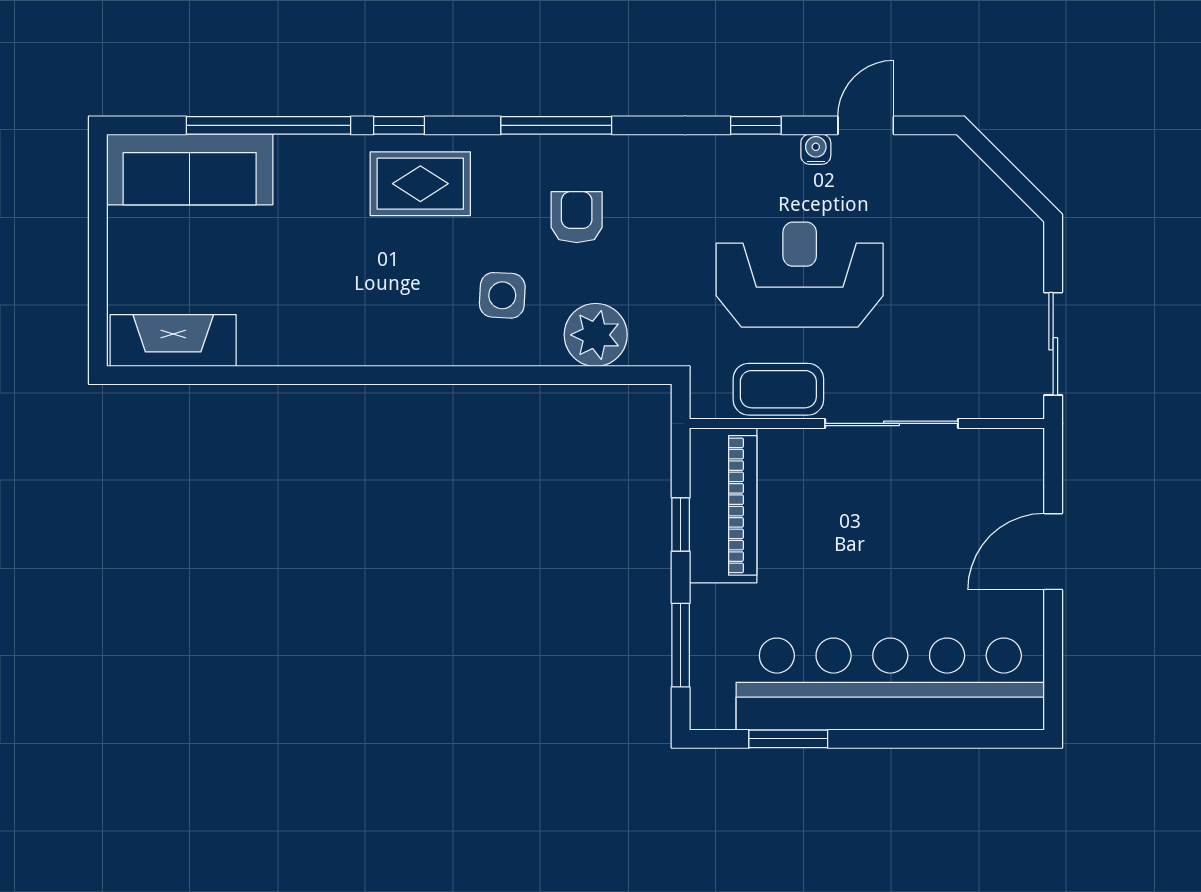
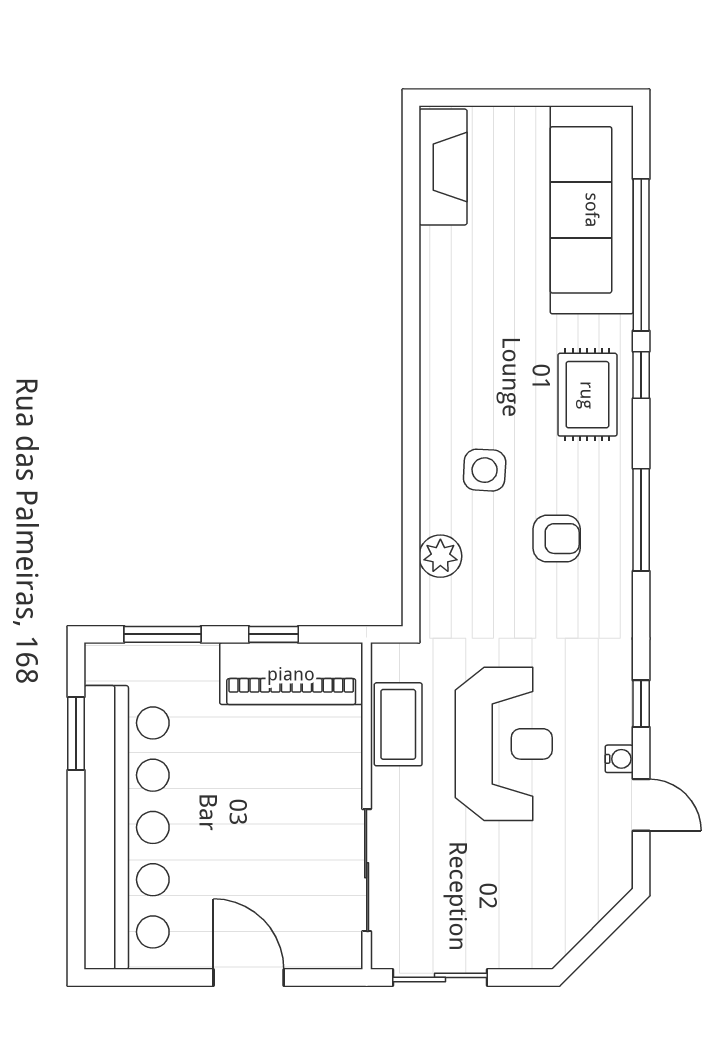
sofa: (190, 170) -> (592, 210), width x1.36, depth x1.27
plant: (596, 335) -> (440, 556), width x0.73, depth x0.73
sliding door: (892, 423) -> (367, 870), moved

